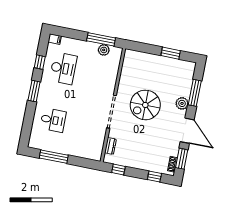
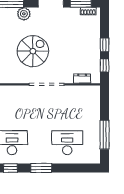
spiral stairs: (145, 105) -> (33, 51), turned -90
desk: (53, 120) -> (67, 143), width x1.37
window: (154, 177) -> (105, 45), moved

